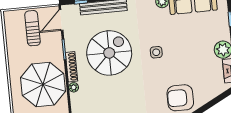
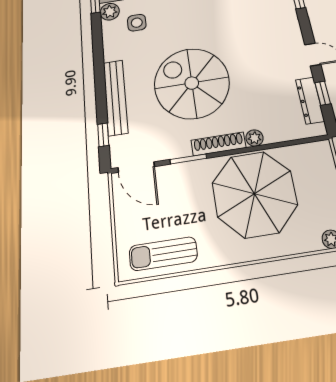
sun lounger: (32, 28) -> (163, 254), moved
side table: (156, 52) -> (137, 23), moved

